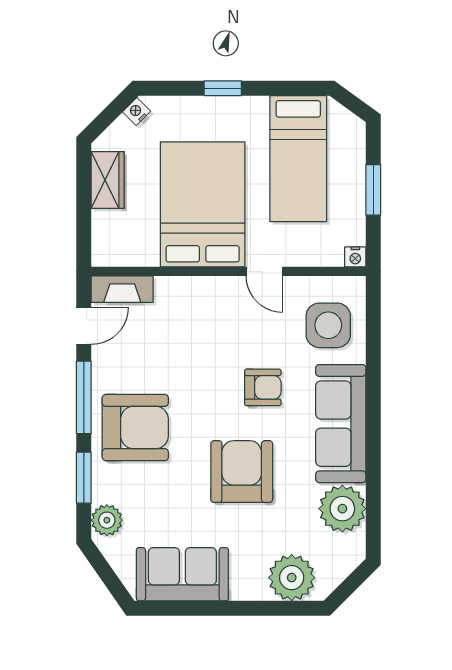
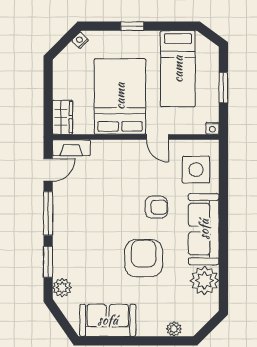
wardrobe: (108, 180) -> (62, 117), moved
armchair: (135, 427) -> (79, 231), removed
plant: (292, 578) -> (174, 329), width x0.53, depth x0.53

